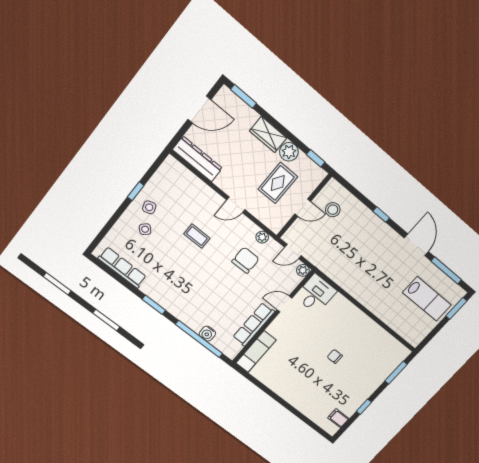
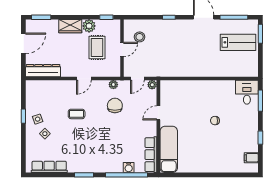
desk: (316, 294) -> (247, 92), moved
row of seats: (254, 324) -> (151, 155), moved
exam couch: (256, 352) -> (169, 149), width x1.36, depth x1.45

